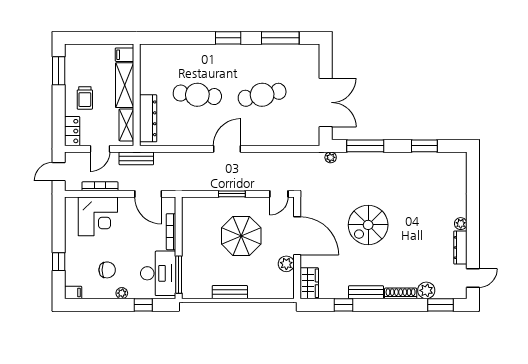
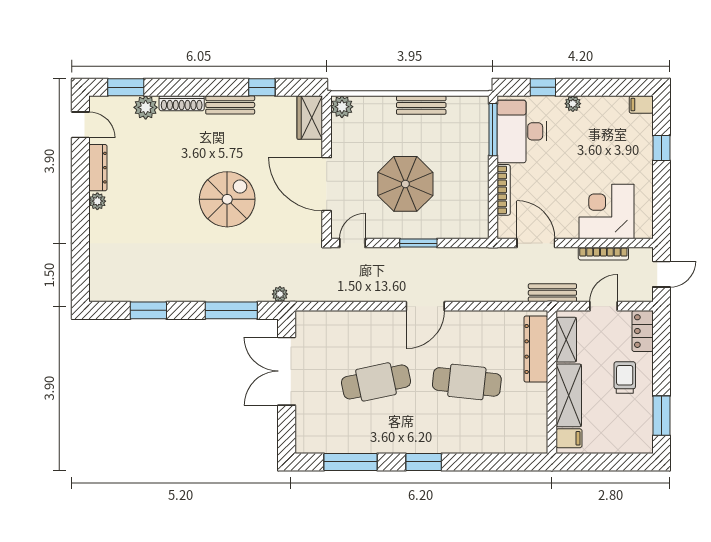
plant: (286, 264) -> (342, 107), moved
chair: (107, 270) -> (593, 136), removed
door: (473, 278) -> (80, 125), swing flipped

